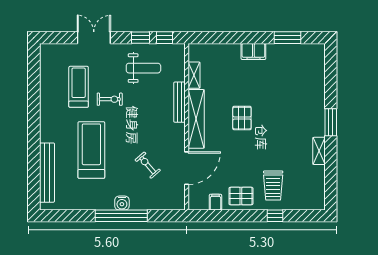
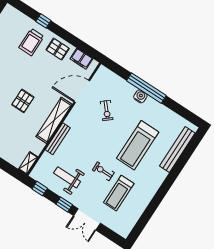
window: (140, 38) -> (64, 204), moved
shelving: (194, 75) -> (28, 163), moved
trolley: (273, 186) -> (31, 42), turned 180
filing cabinet: (215, 202) -> (81, 59), width x2.00

